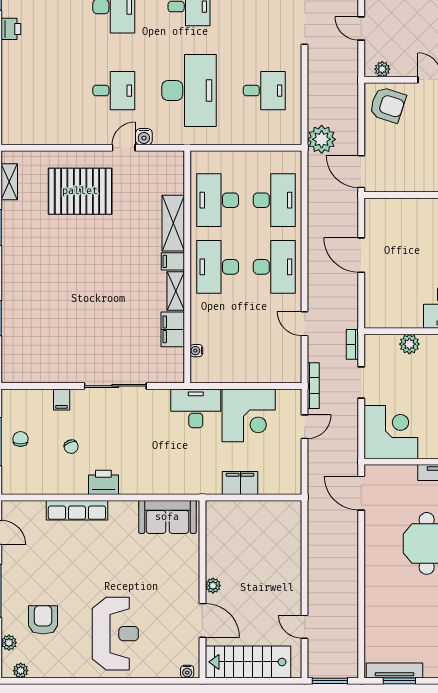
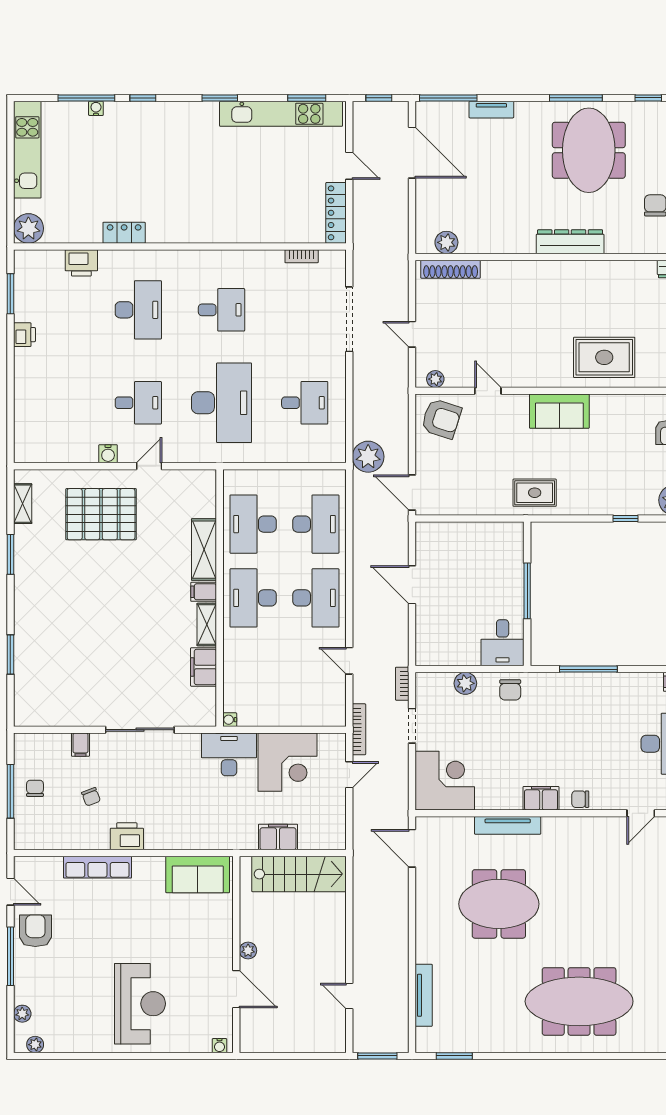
water cooler: (144, 137) -> (108, 454), moved
water cooler: (196, 351) -> (230, 720), moved
armchair: (43, 620) -> (35, 931), moved
stairs: (248, 662) -> (299, 874), moved, turned 180
tv unit: (394, 670) -> (424, 995), moved, turned 90

